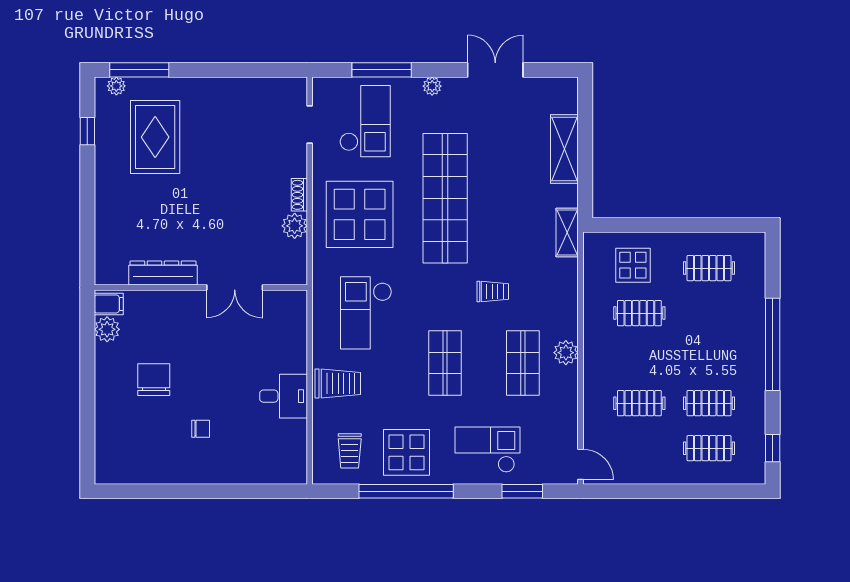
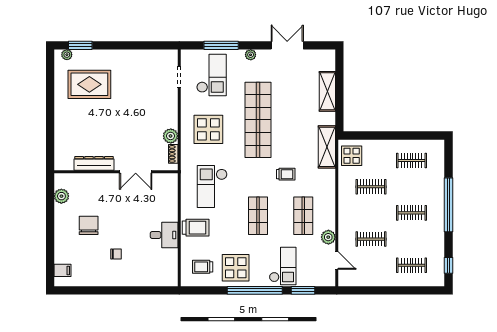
window: (139, 70) -> (80, 45), width x0.69
window: (87, 131) -> (50, 81), removed
rug: (155, 137) -> (89, 84), turned 90
shoe rack: (299, 195) -> (173, 154), moved
display table: (360, 214) -> (208, 129), width x0.73, depth x0.73
shelving: (567, 232) -> (327, 147), width x1.50, depth x1.33
display table: (633, 265) -> (352, 156), moved
filing cabinet: (109, 304) -> (62, 270), moved
plant: (566, 353) -> (328, 237), moved
clothes rail: (709, 403) -> (412, 213), moved
checkout: (487, 450) -> (283, 266), turned 90
trolley: (350, 451) -> (203, 267), turned 90
door: (580, 464) -> (337, 260), moved
window: (406, 491) -> (255, 290), moved

